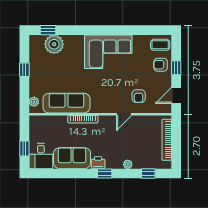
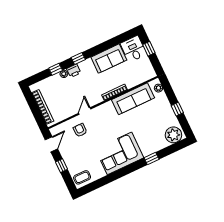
window: (48, 30) -> (152, 159), moved
plant: (54, 44) -> (173, 135), moved
armchair: (161, 65) -> (75, 162), removed
printer: (98, 163) -> (74, 71), moved
window: (148, 174) -> (56, 69), moved

